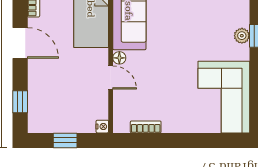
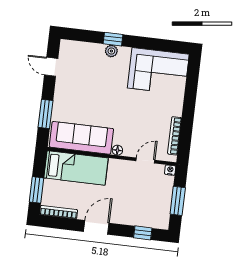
door: (111, 77) -> (145, 160), moved
bookcase: (146, 127) -> (175, 136), width x1.56
window: (65, 140) -> (178, 201), width x1.50

